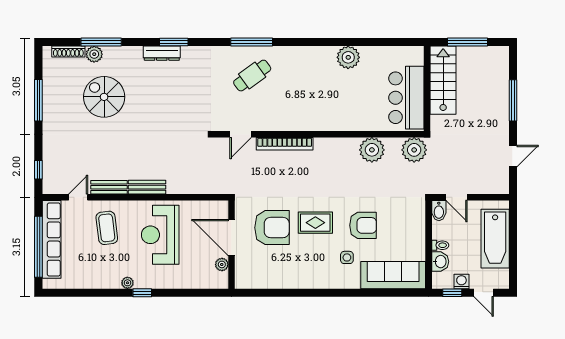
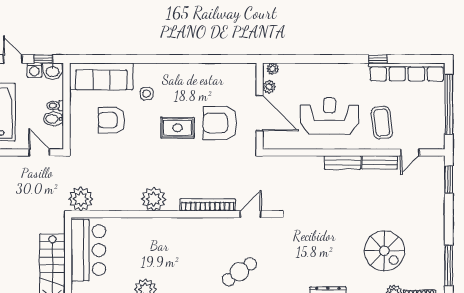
window: (38, 100) -> (449, 265), moved
plant: (372, 150) -> (154, 199), moved
window: (38, 170) -> (449, 180), width x1.50
bidet: (439, 211) -> (54, 119), moved, turned -90
armchair: (363, 225) -> (111, 120), moved
reception desk: (160, 235) -> (330, 116), turned -90
row of seats: (52, 239) -> (407, 72), moved, turned -90
washbasin: (440, 262) -> (53, 71), moved, turned -90
plant: (127, 283) -> (273, 69), moved
window: (142, 293) -> (378, 59), moved

